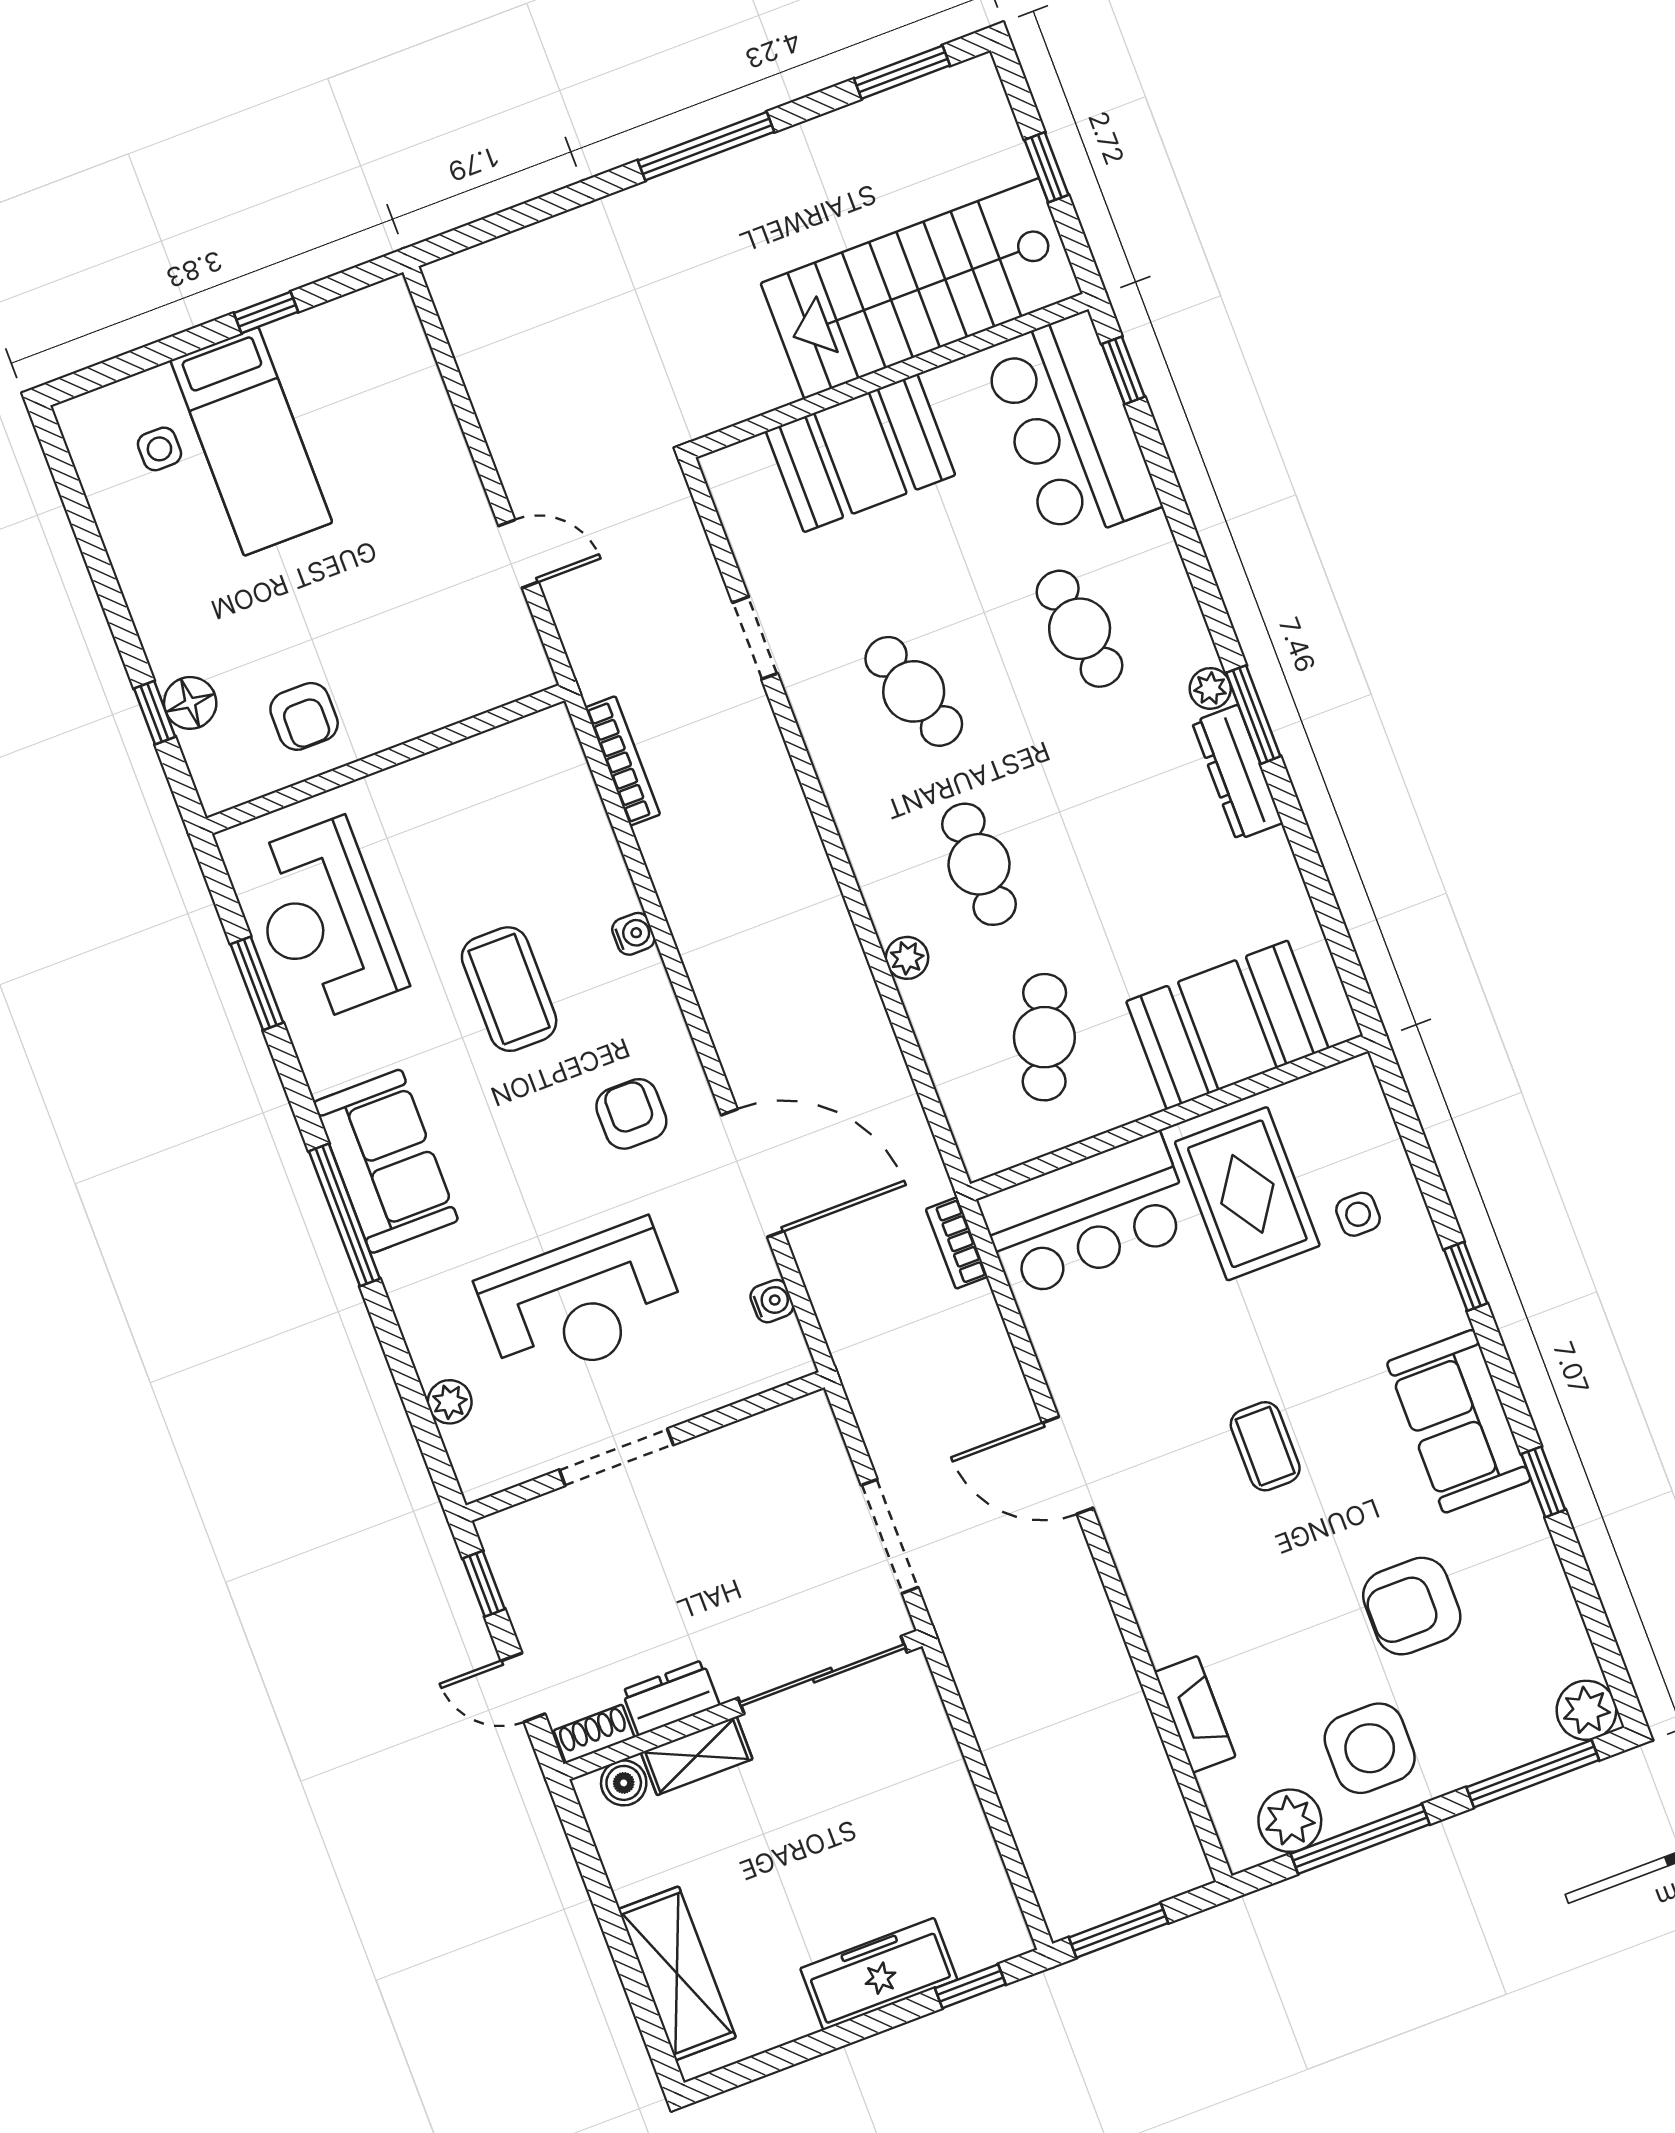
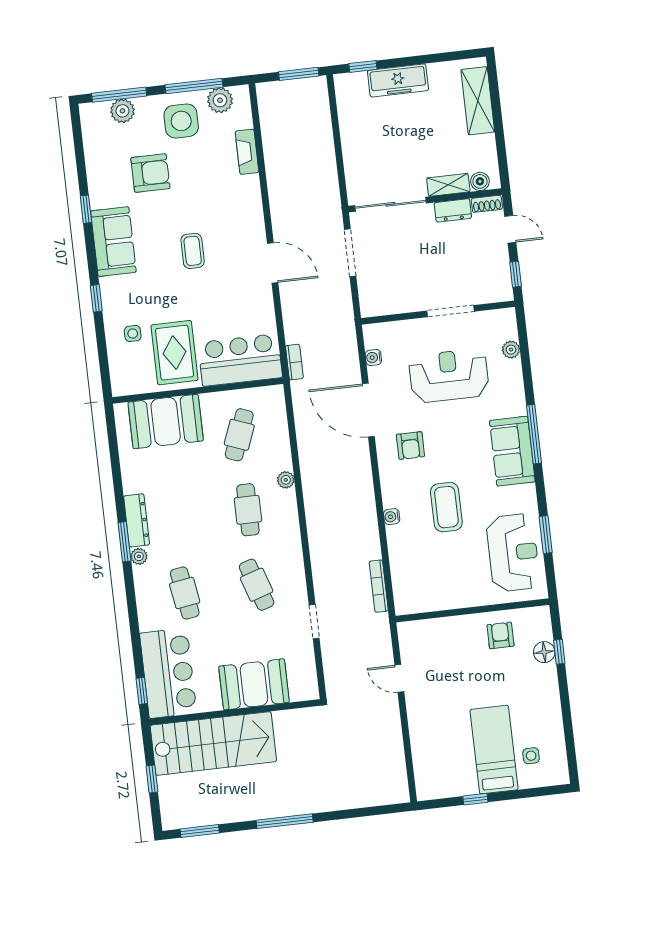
plant: (1586, 1710) -> (122, 111), moved

